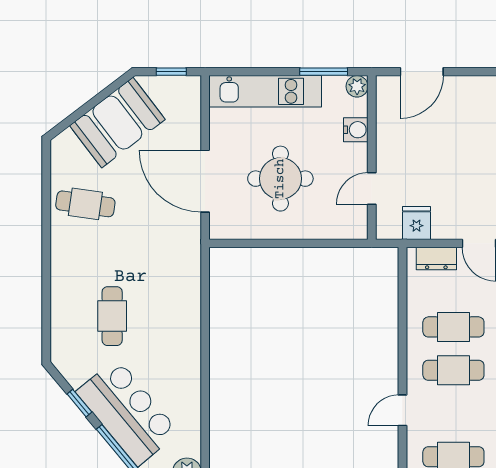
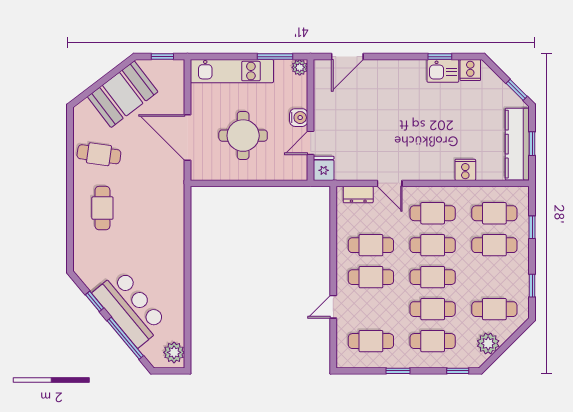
water cooler: (356, 130) -> (299, 118), moved
fridge: (416, 223) -> (324, 168), moved
cafe table: (112, 316) -> (102, 208), moved

